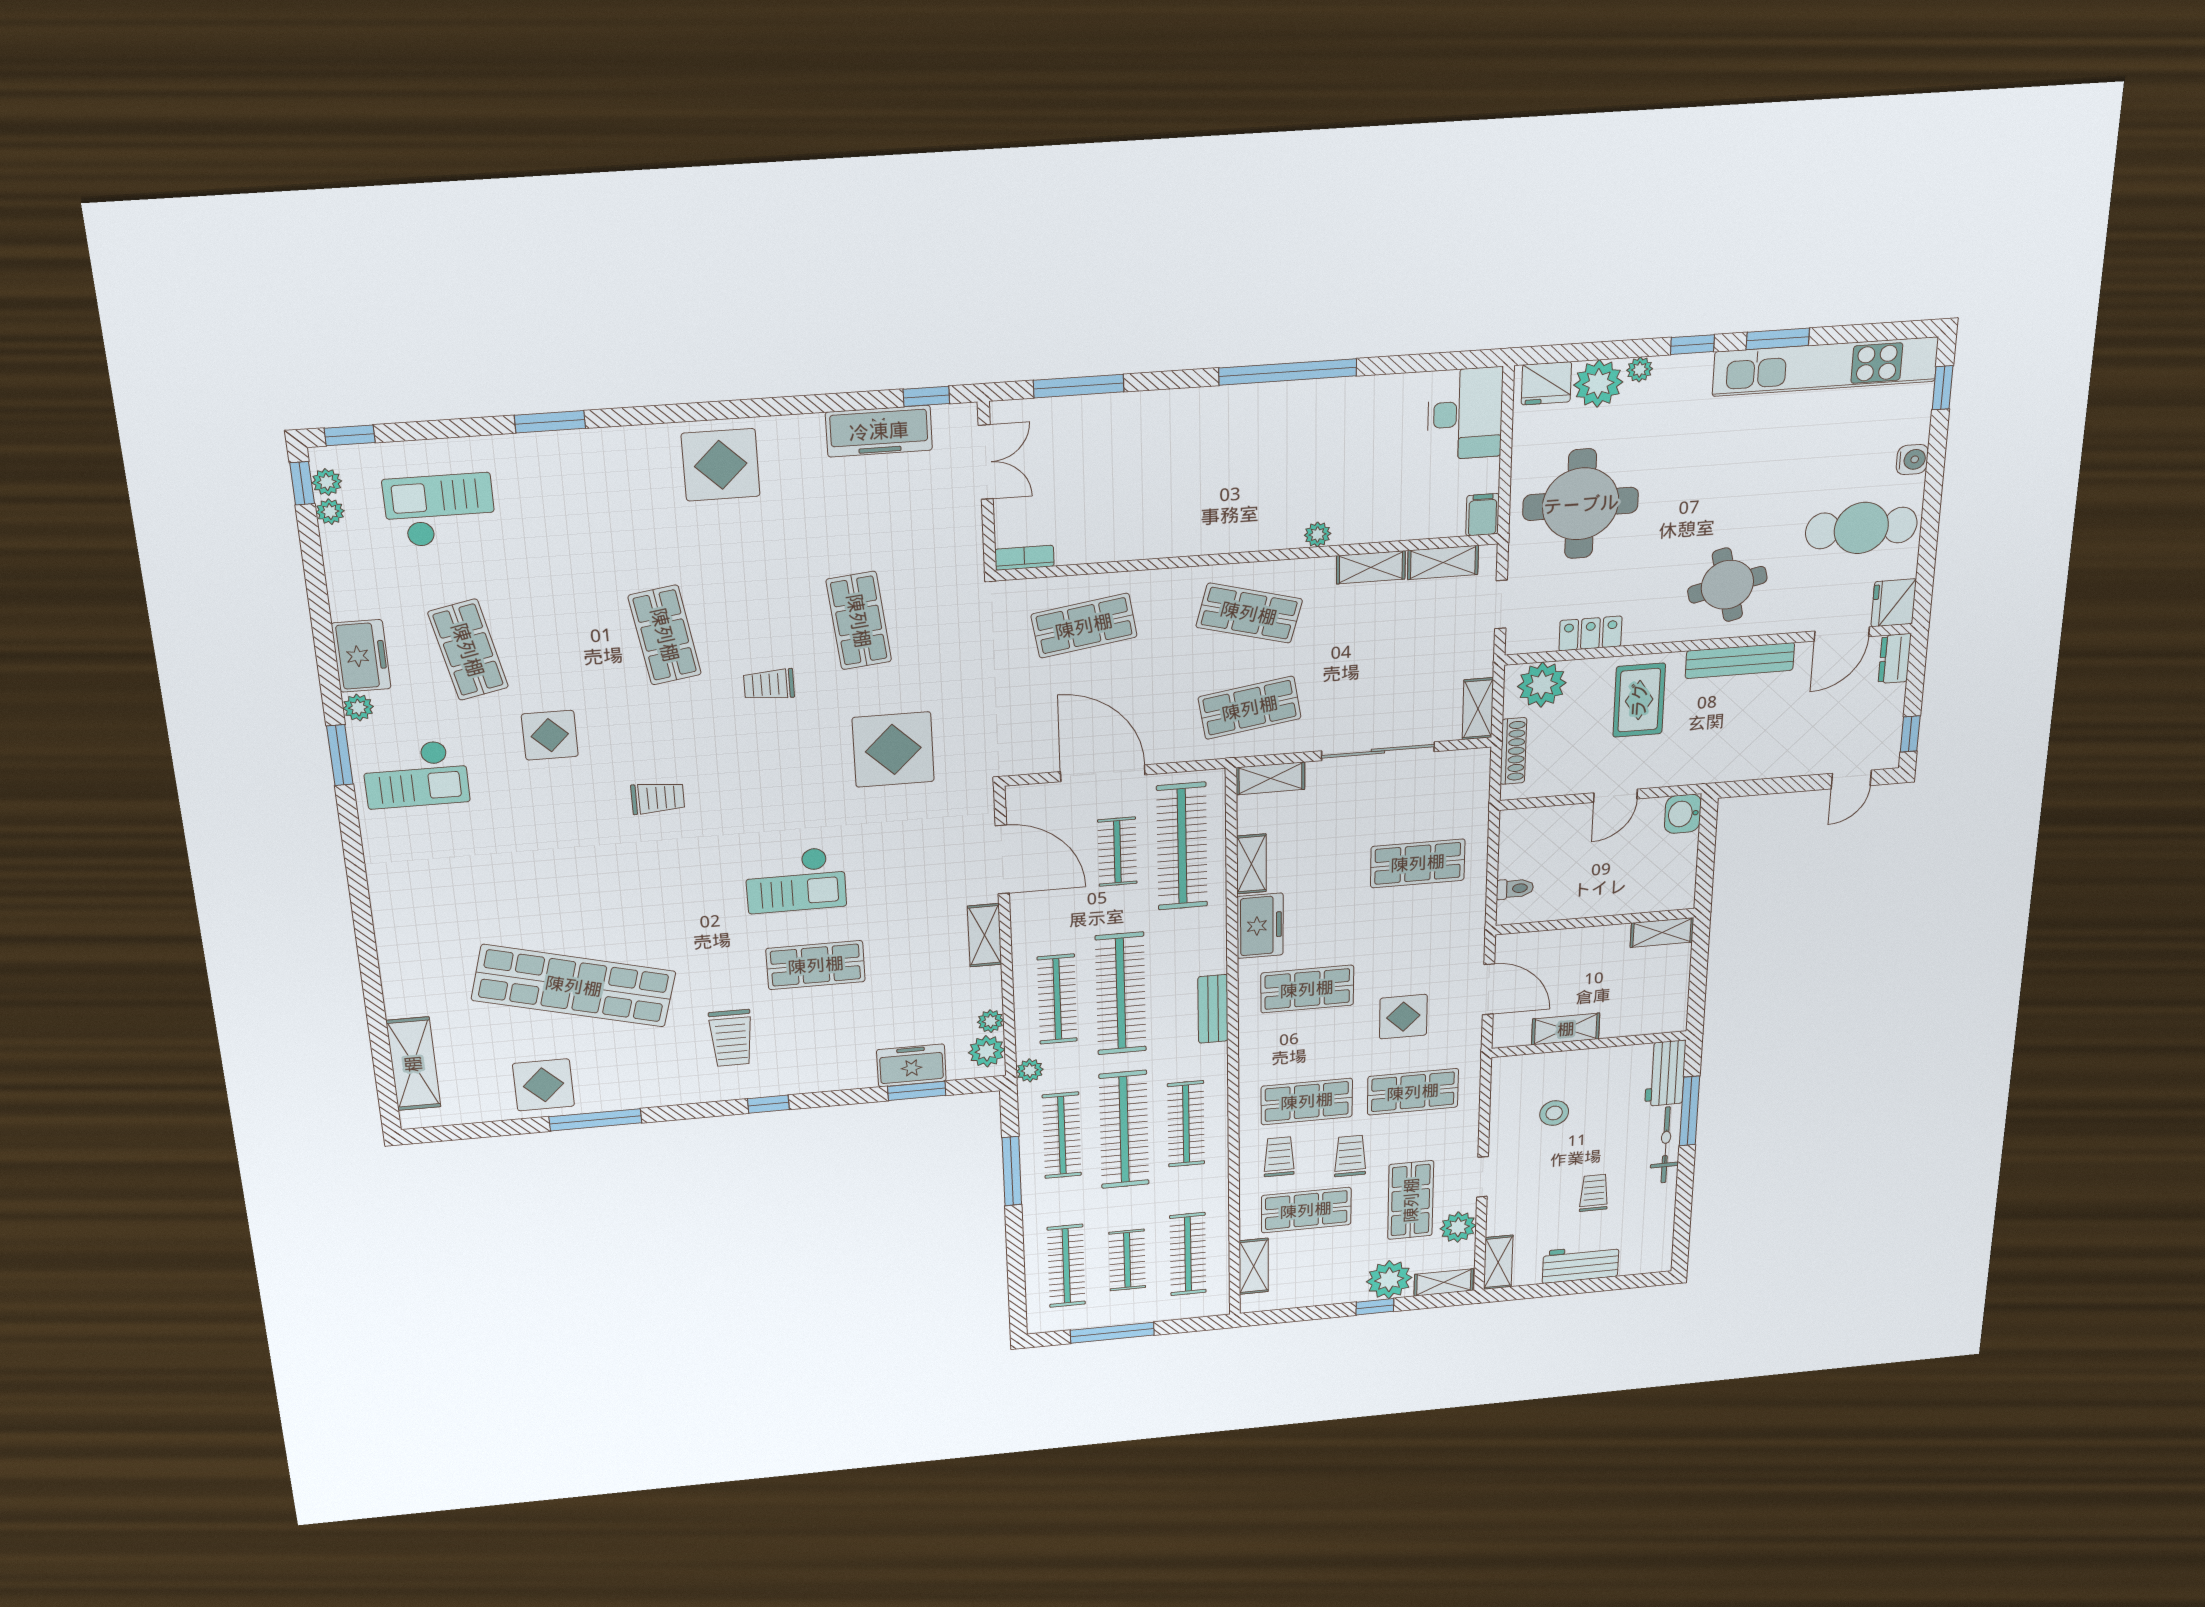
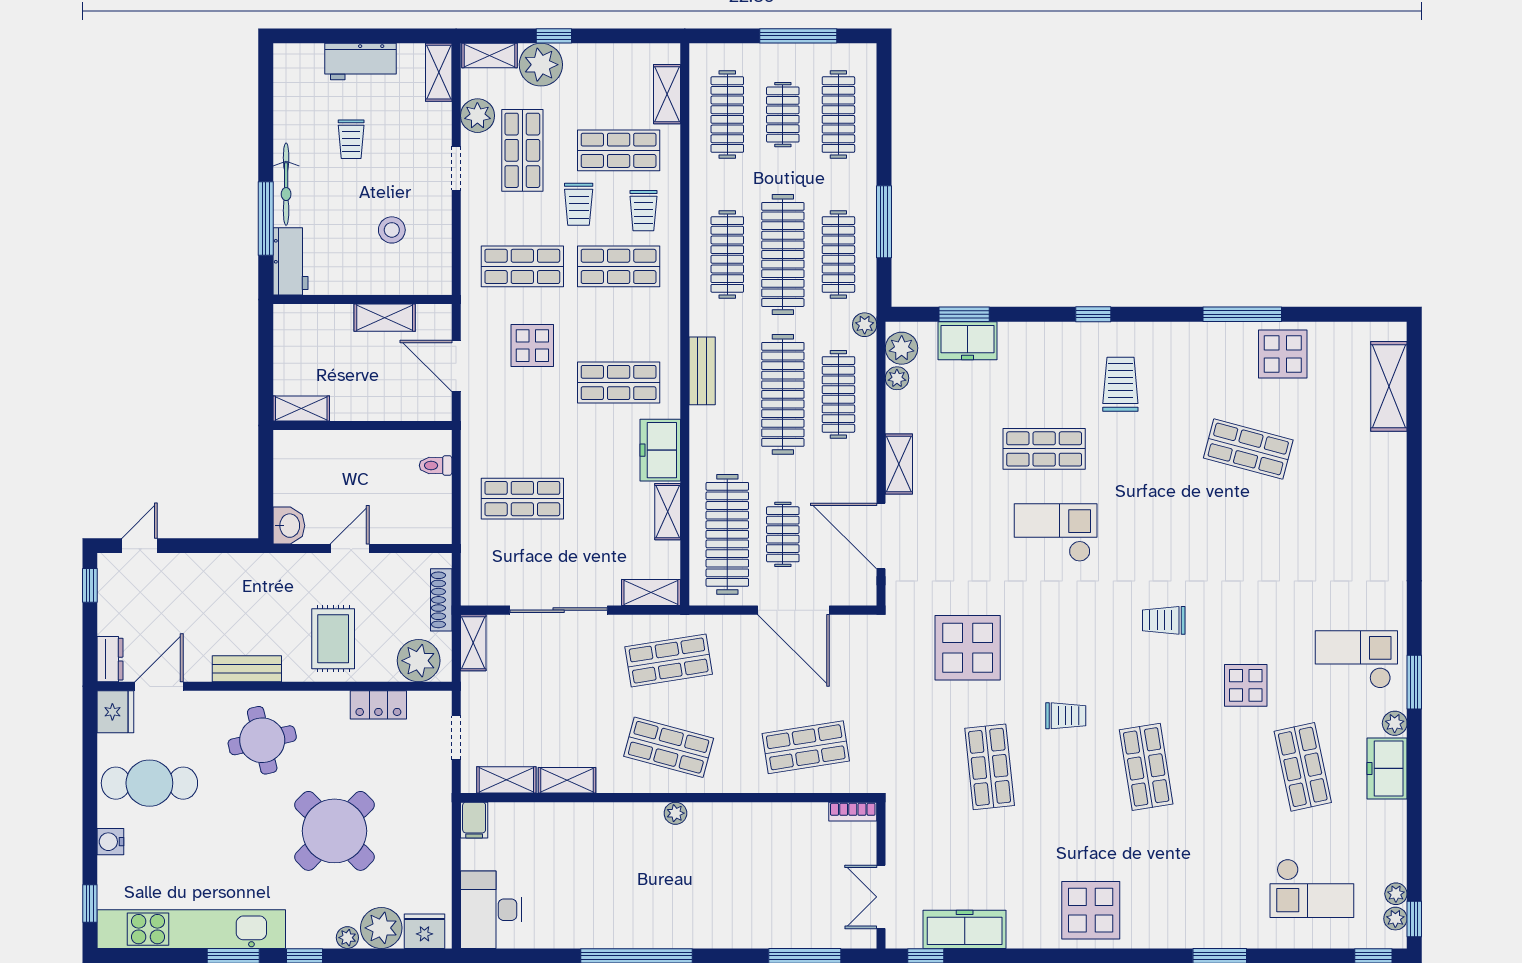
round table: (1581, 504) -> (334, 831), moved, turned 45
plant: (1318, 534) -> (675, 813), moved
bench: (1740, 661) -> (247, 669), width x0.73
shop shelf: (574, 986) -> (1248, 449), width x0.50, depth x0.74

